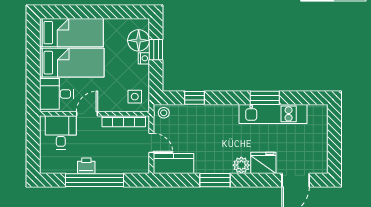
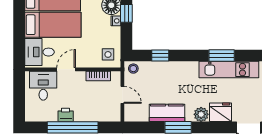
bookcase: (124, 121) -> (98, 76), width x0.64
kitchen counter: (173, 163) -> (167, 113), moved

